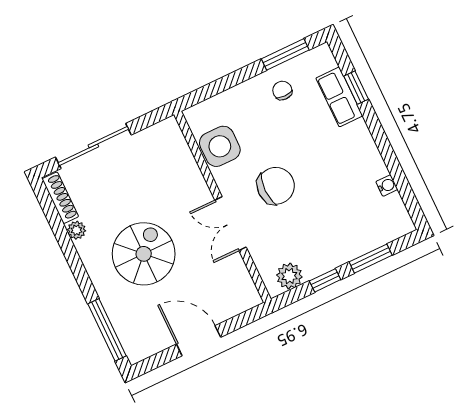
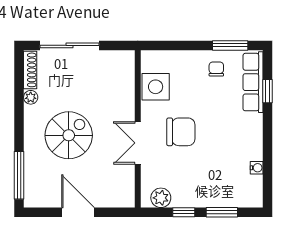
row of seats: (339, 97) -> (253, 82), width x1.48

